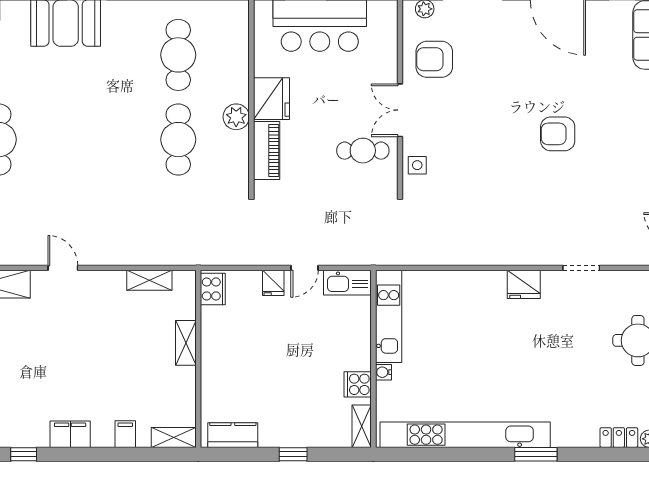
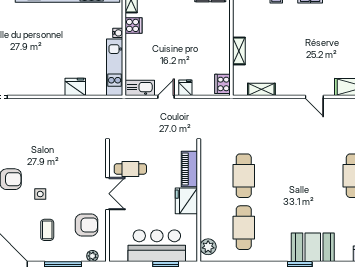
coffee table: (498, 51) -> (47, 230), added
plant: (236, 117) -> (208, 247), moved
side table: (417, 165) -> (40, 194), moved
fridge: (524, 284) -> (75, 87), moved

